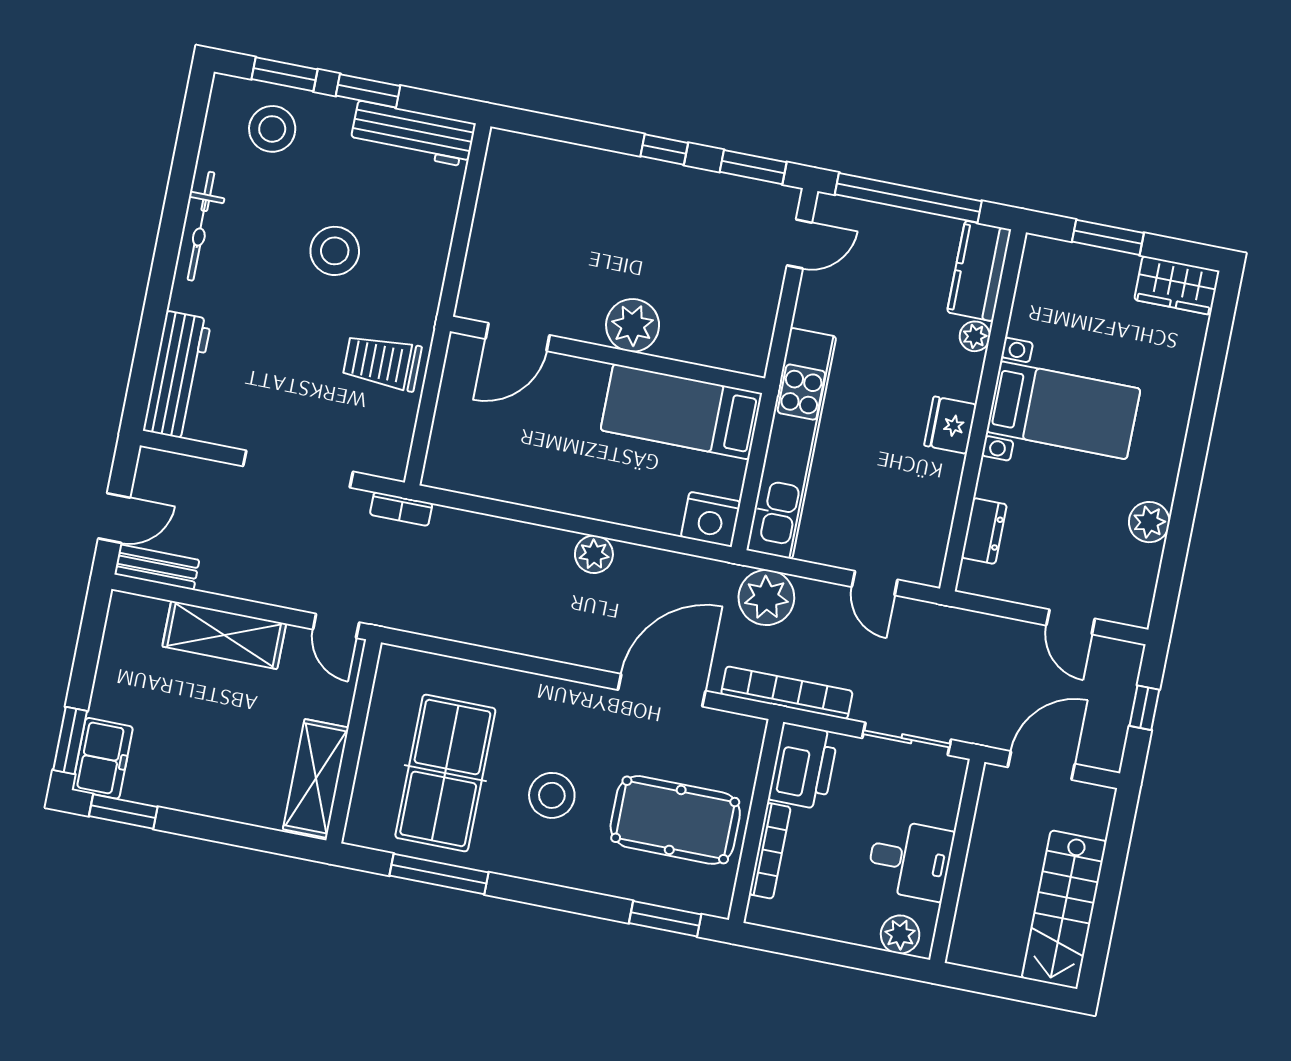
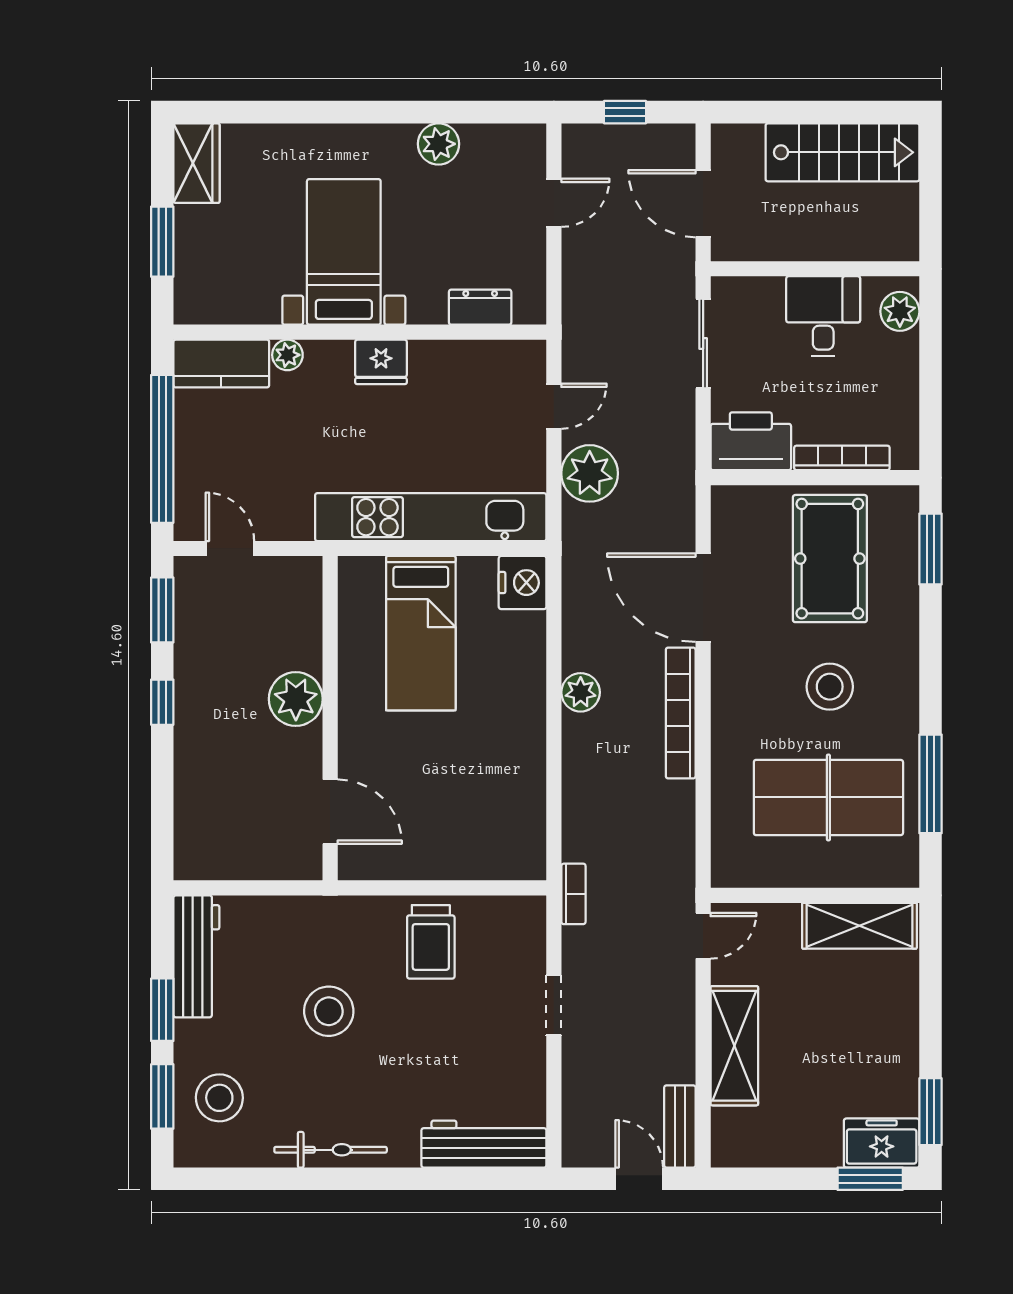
plant: (633, 325) -> (296, 699), moved
door: (518, 337) -> (330, 812), moved
wall: (608, 355) -> (330, 718), moved
doorway: (298, 469) -> (554, 1005), width x0.53
plant: (766, 597) -> (590, 473), moved
bookcase: (787, 693) -> (681, 713), moved

